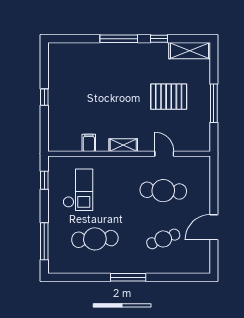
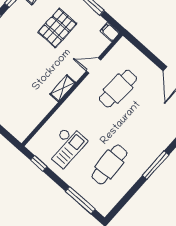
filing cabinet: (89, 143) -> (110, 32), moved
checkout: (78, 190) -> (66, 146), turned 90
cafe table: (163, 239) -> (151, 118), removed

